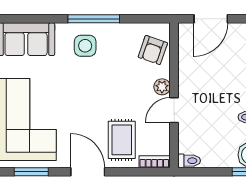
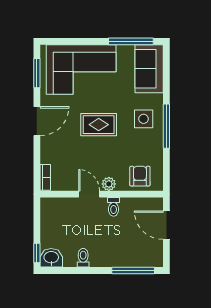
armchair: (153, 50) -> (140, 176), turned 71
rug: (122, 140) -> (99, 125), moved
toilet: (189, 161) -> (114, 207), moved

